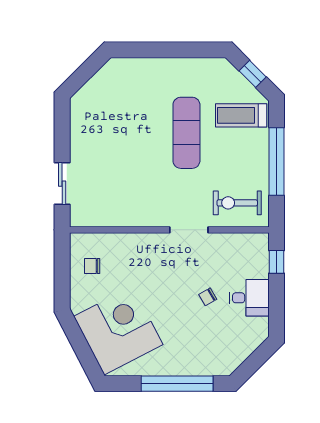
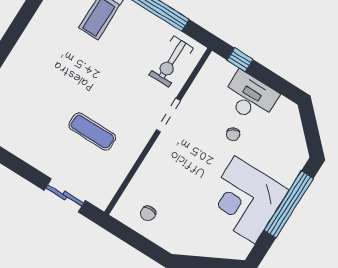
exercise mat: (186, 133) -> (92, 132), moved, width x0.73, depth x0.69
desk: (249, 298) -> (250, 97), width x1.37
corner desk: (118, 330) -> (245, 200), moved, turned -63

